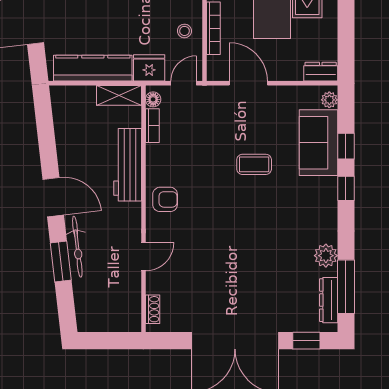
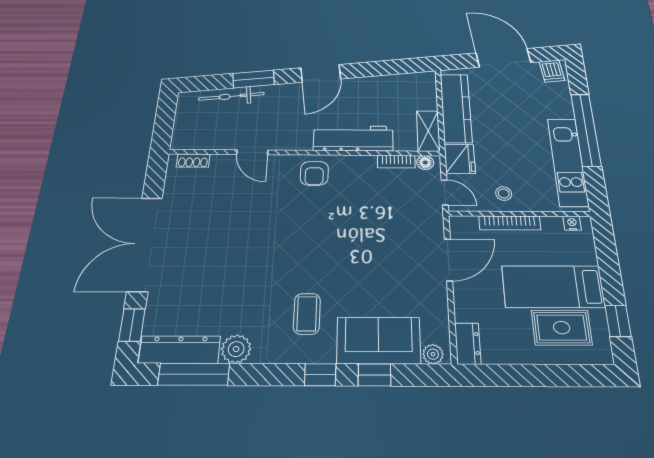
coffee table: (254, 164) -> (307, 314), moved
bicycle: (77, 247) -> (231, 96), moved
dresser: (329, 300) -> (180, 350), width x1.37, depth x1.24

